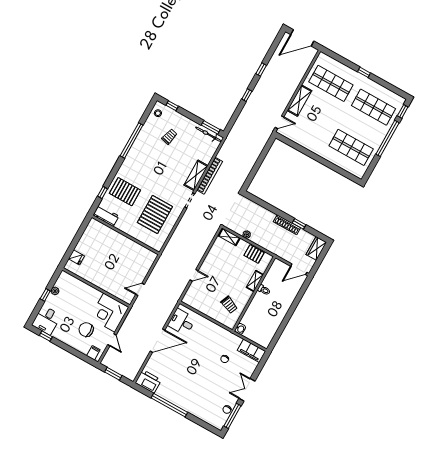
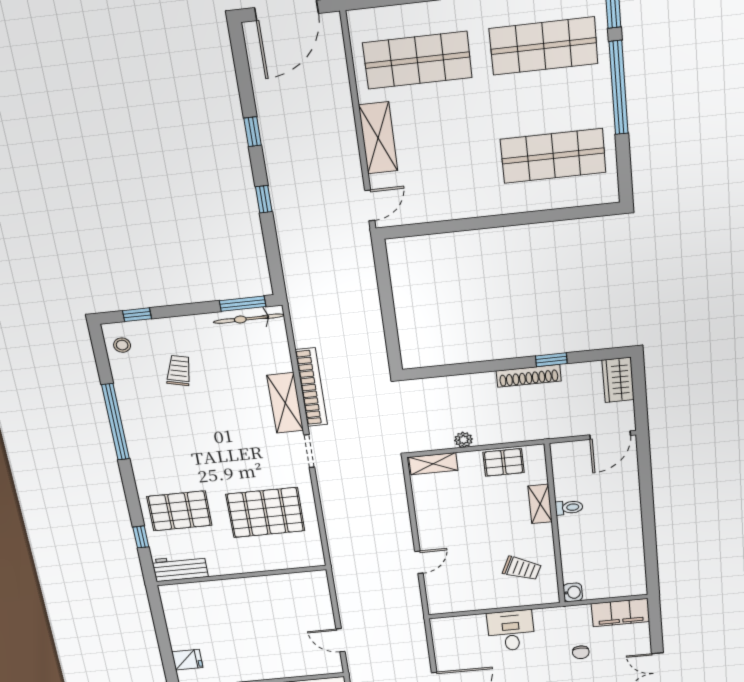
pallet: (155, 214) -> (265, 513), turned 90
door: (140, 289) -> (341, 640), hinge flipped
desk: (182, 322) -> (511, 631), moved, turned 90

